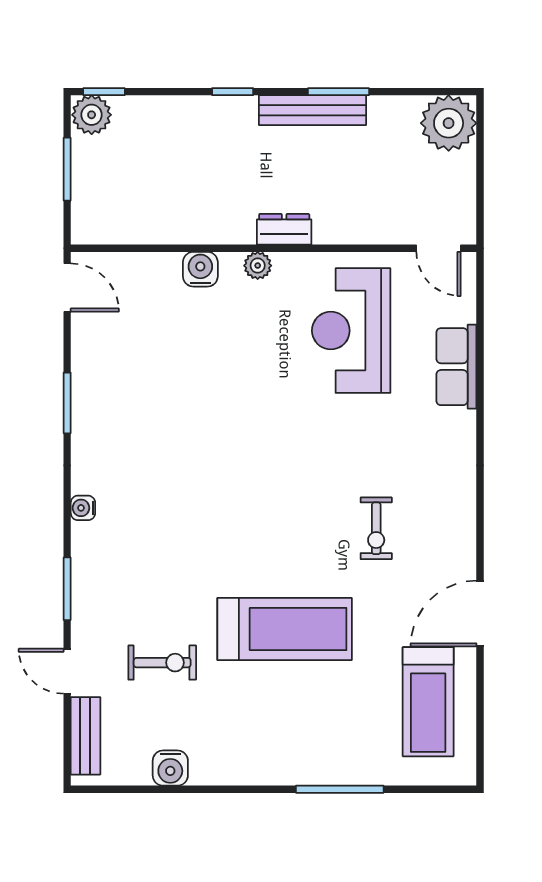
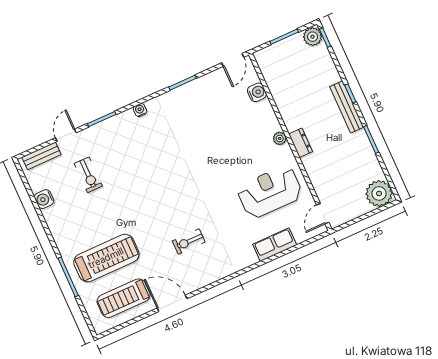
bench: (313, 110) -> (347, 107), moved
water cooler: (200, 269) -> (257, 92), moved
treadmill: (285, 629) -> (106, 258), moved, turned -90

